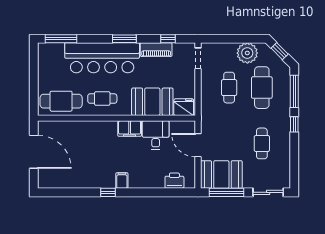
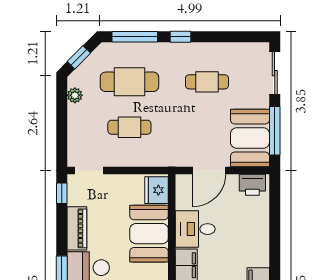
window: (168, 39) -> (62, 193), moved
plant: (247, 53) -> (75, 95), width x0.53, depth x0.53
printer: (174, 181) -> (252, 185), moved, turned -90

